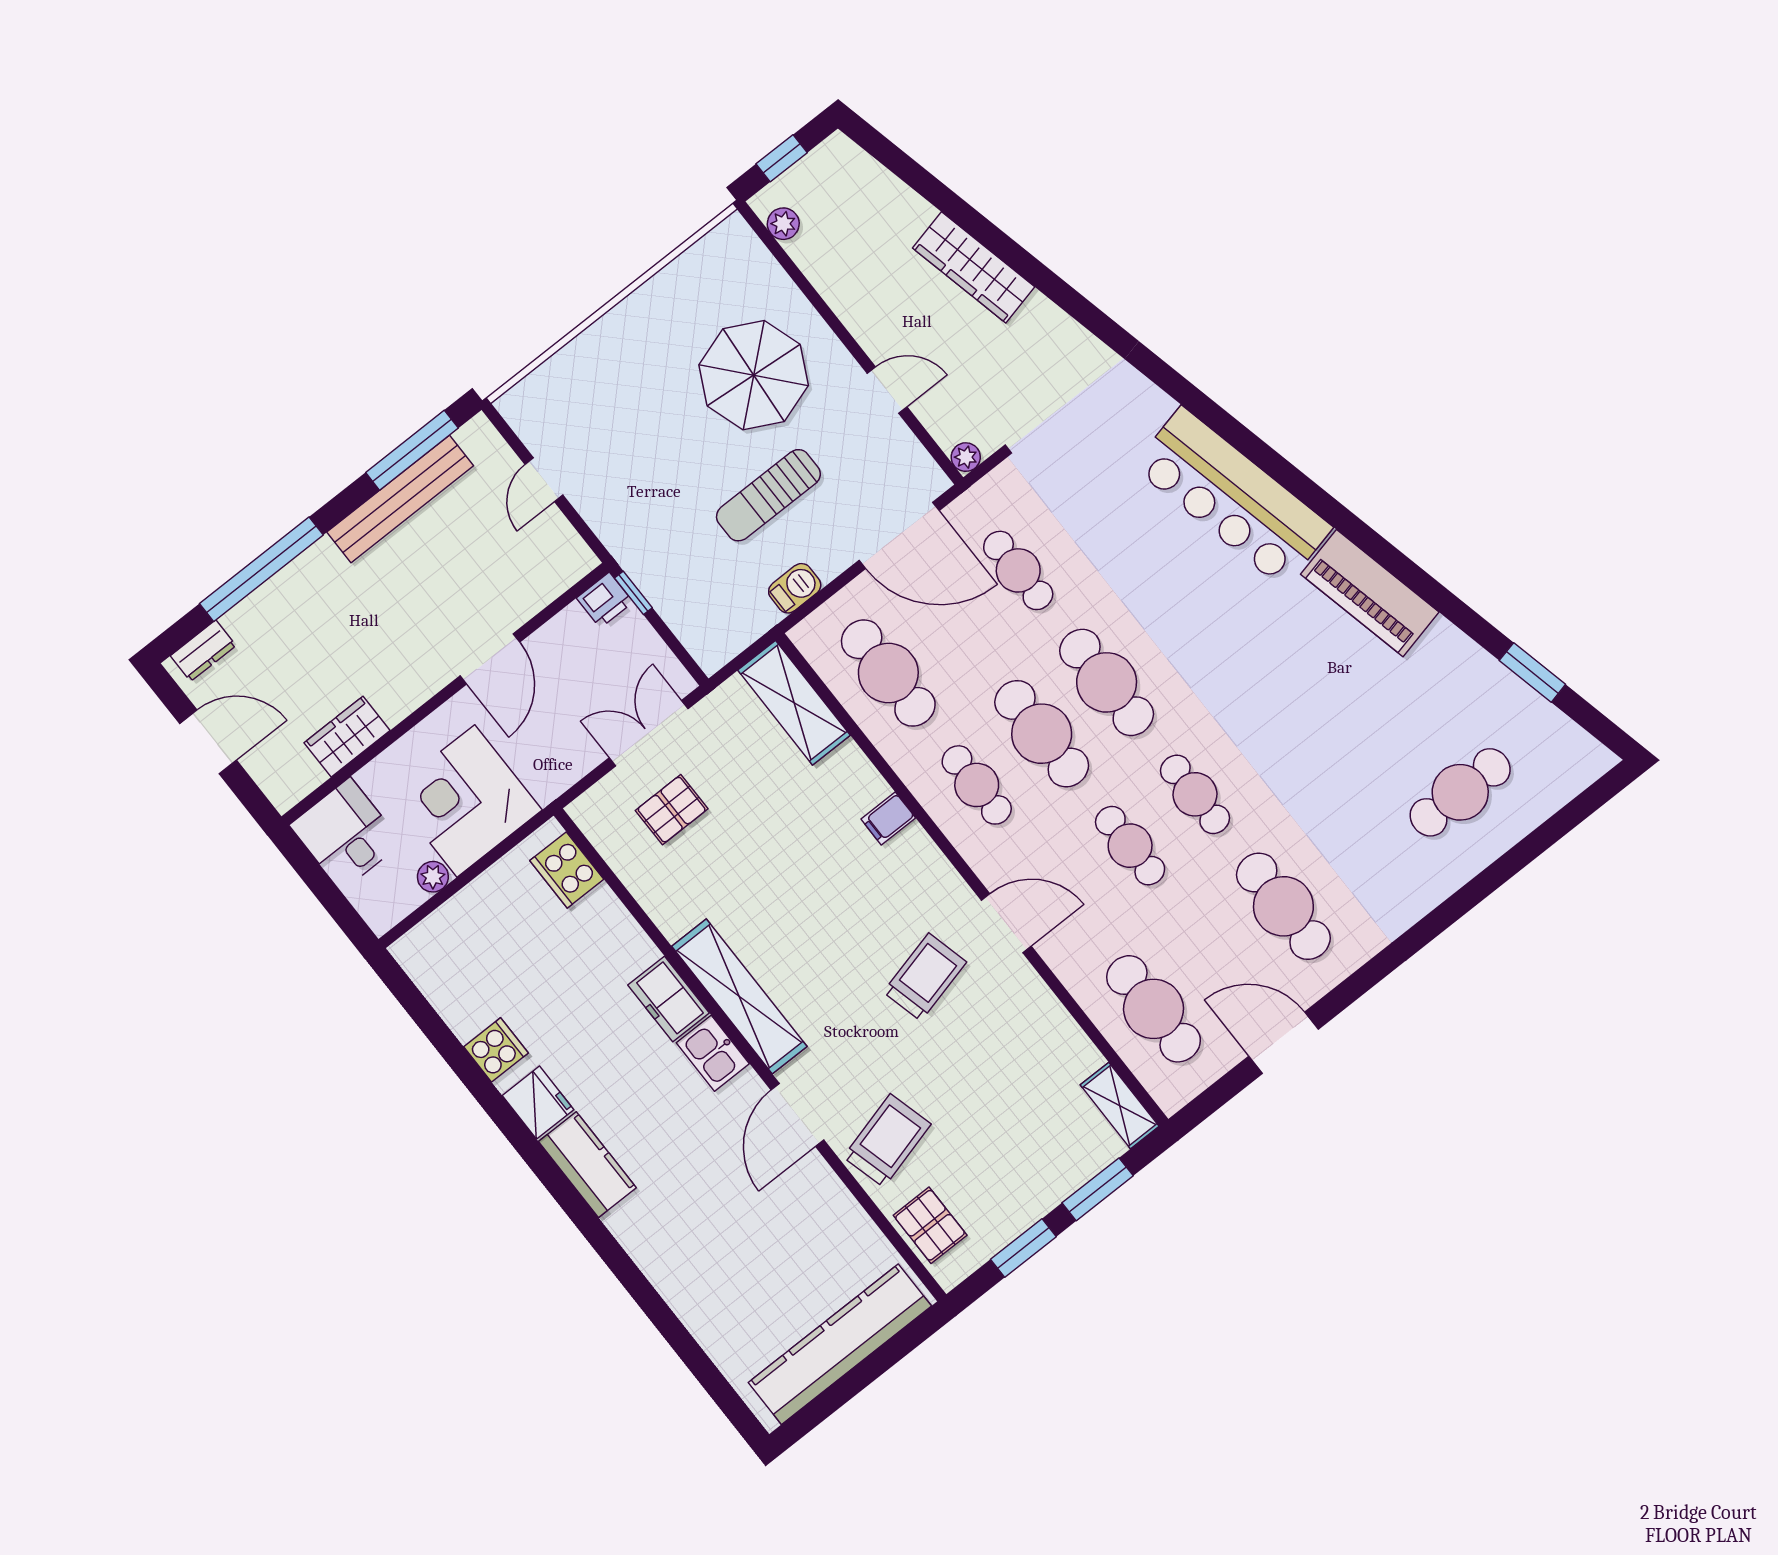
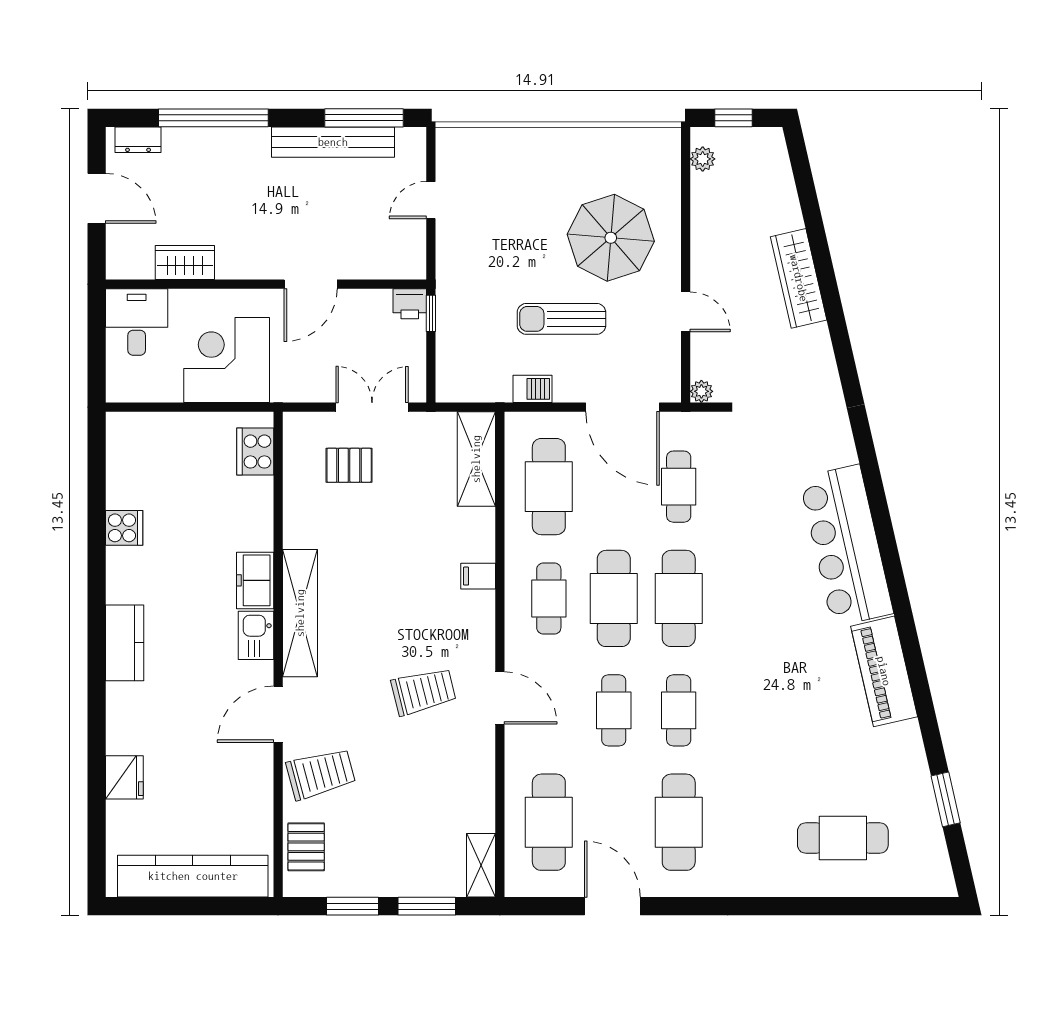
plant: (433, 877) -> (169, 391), removed
fridge: (538, 1103) -> (124, 777), moved

